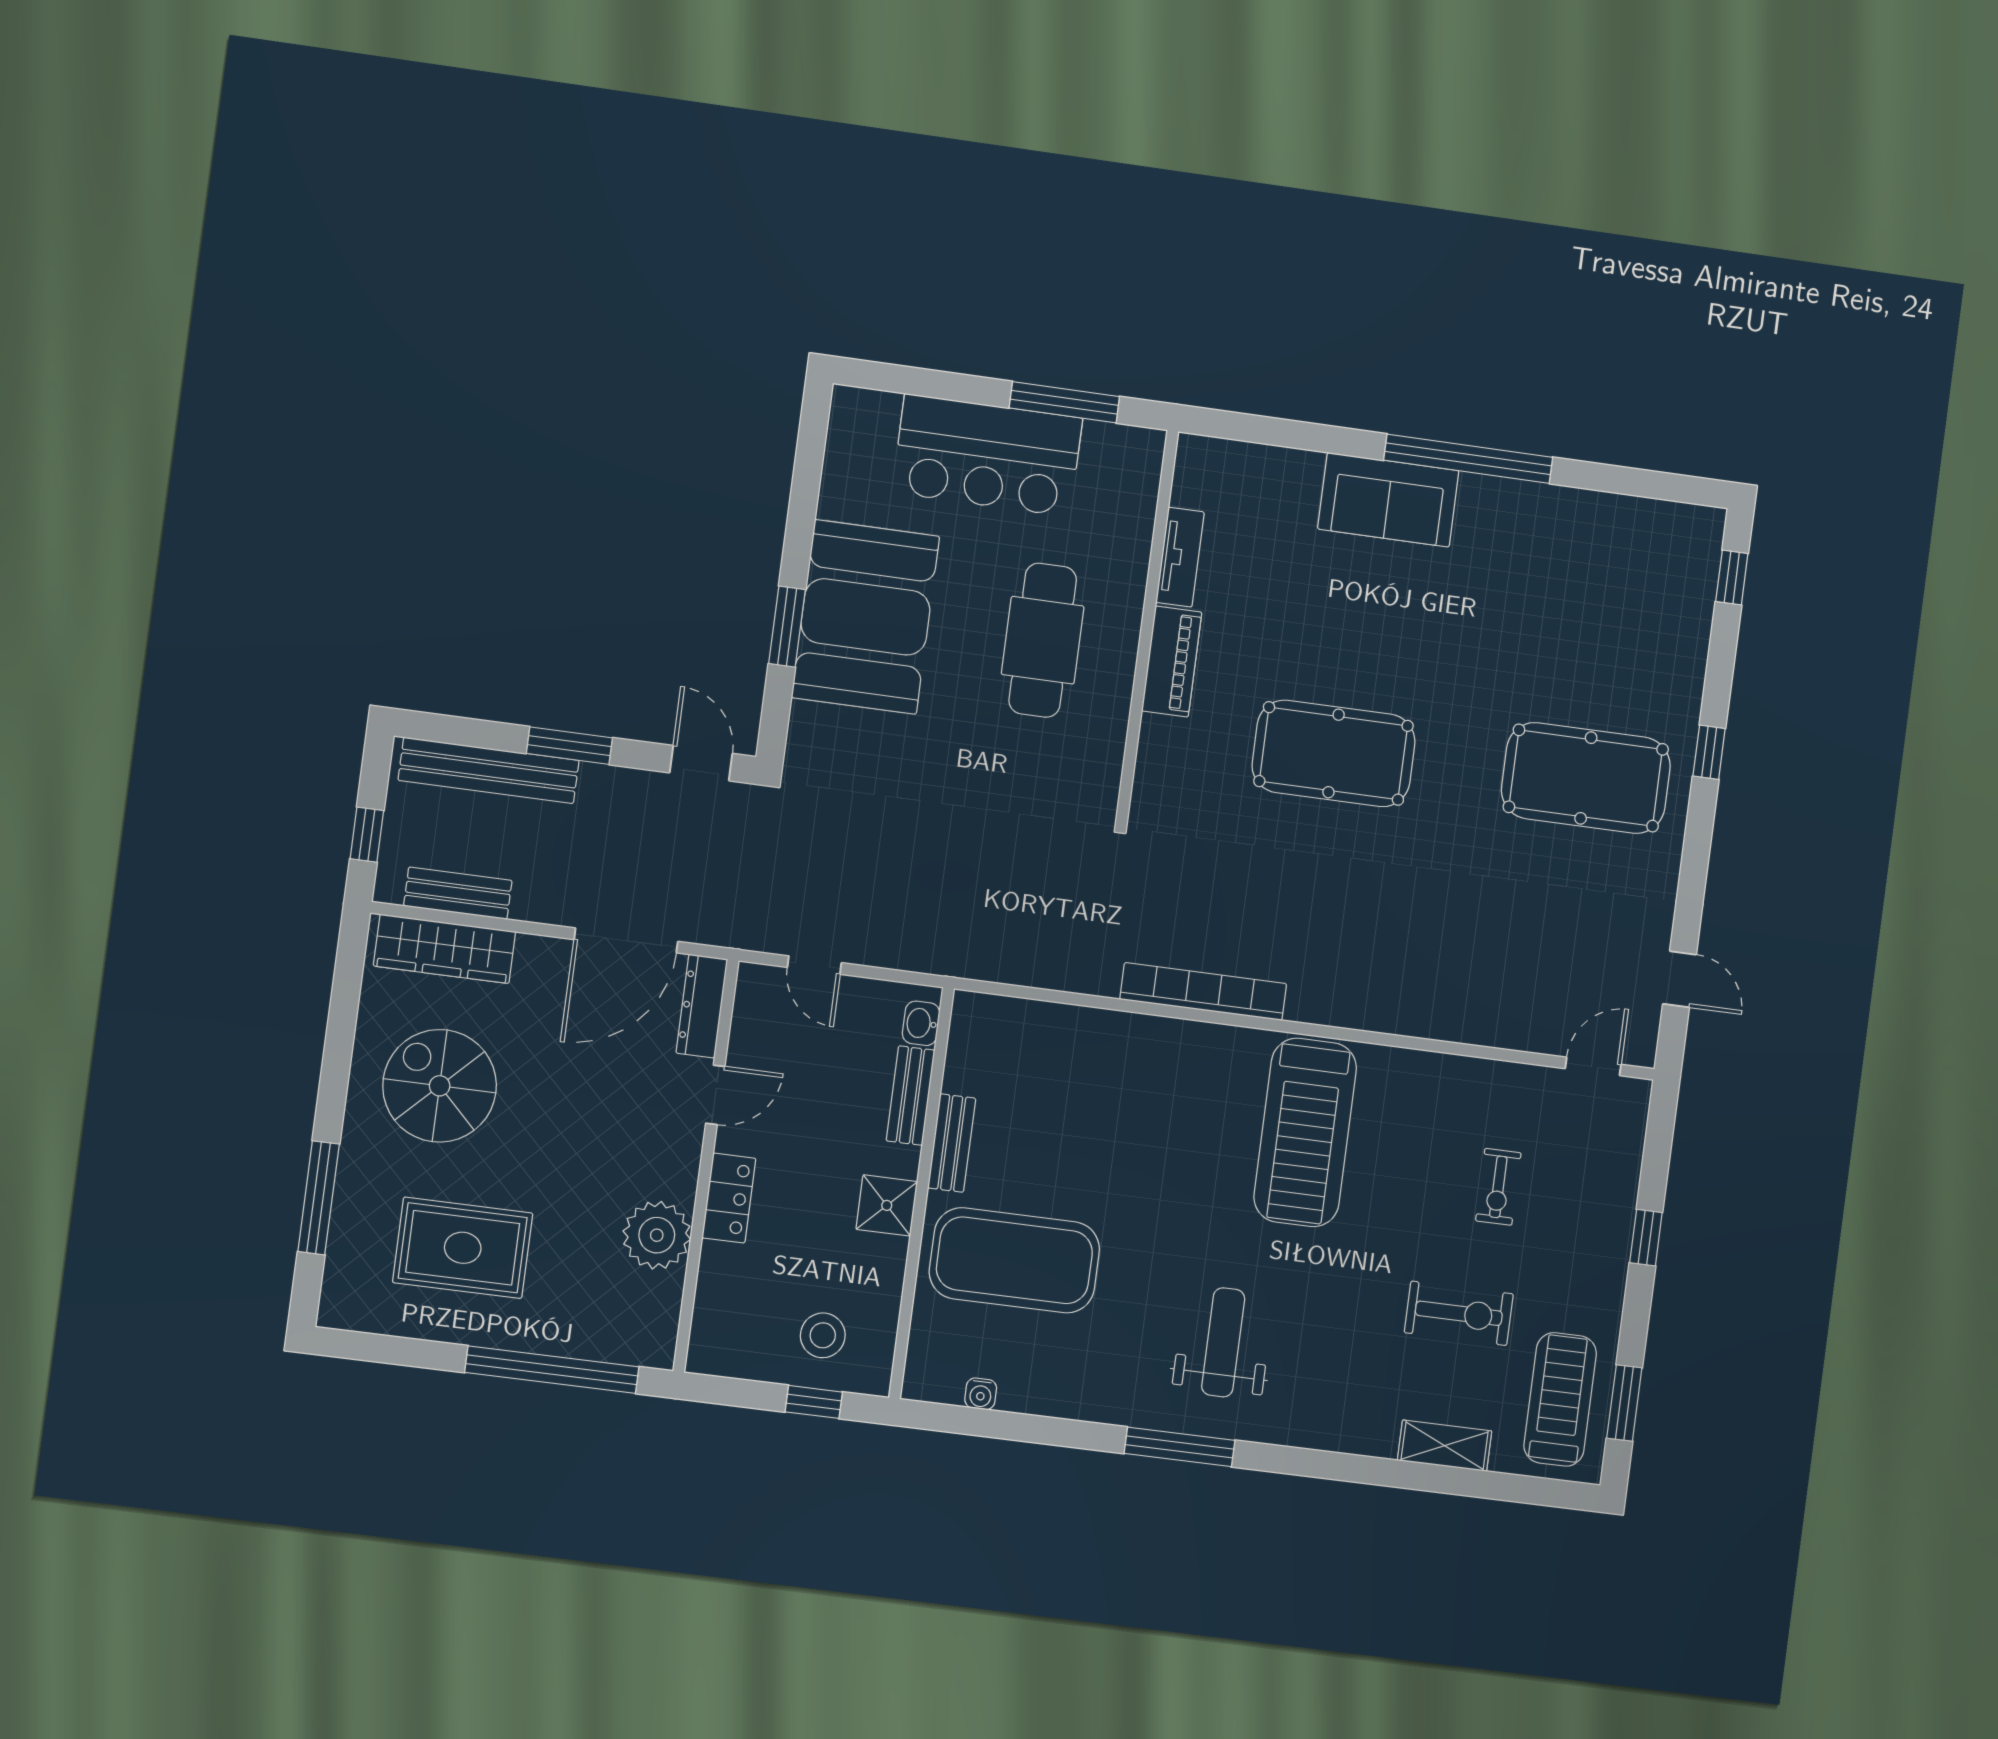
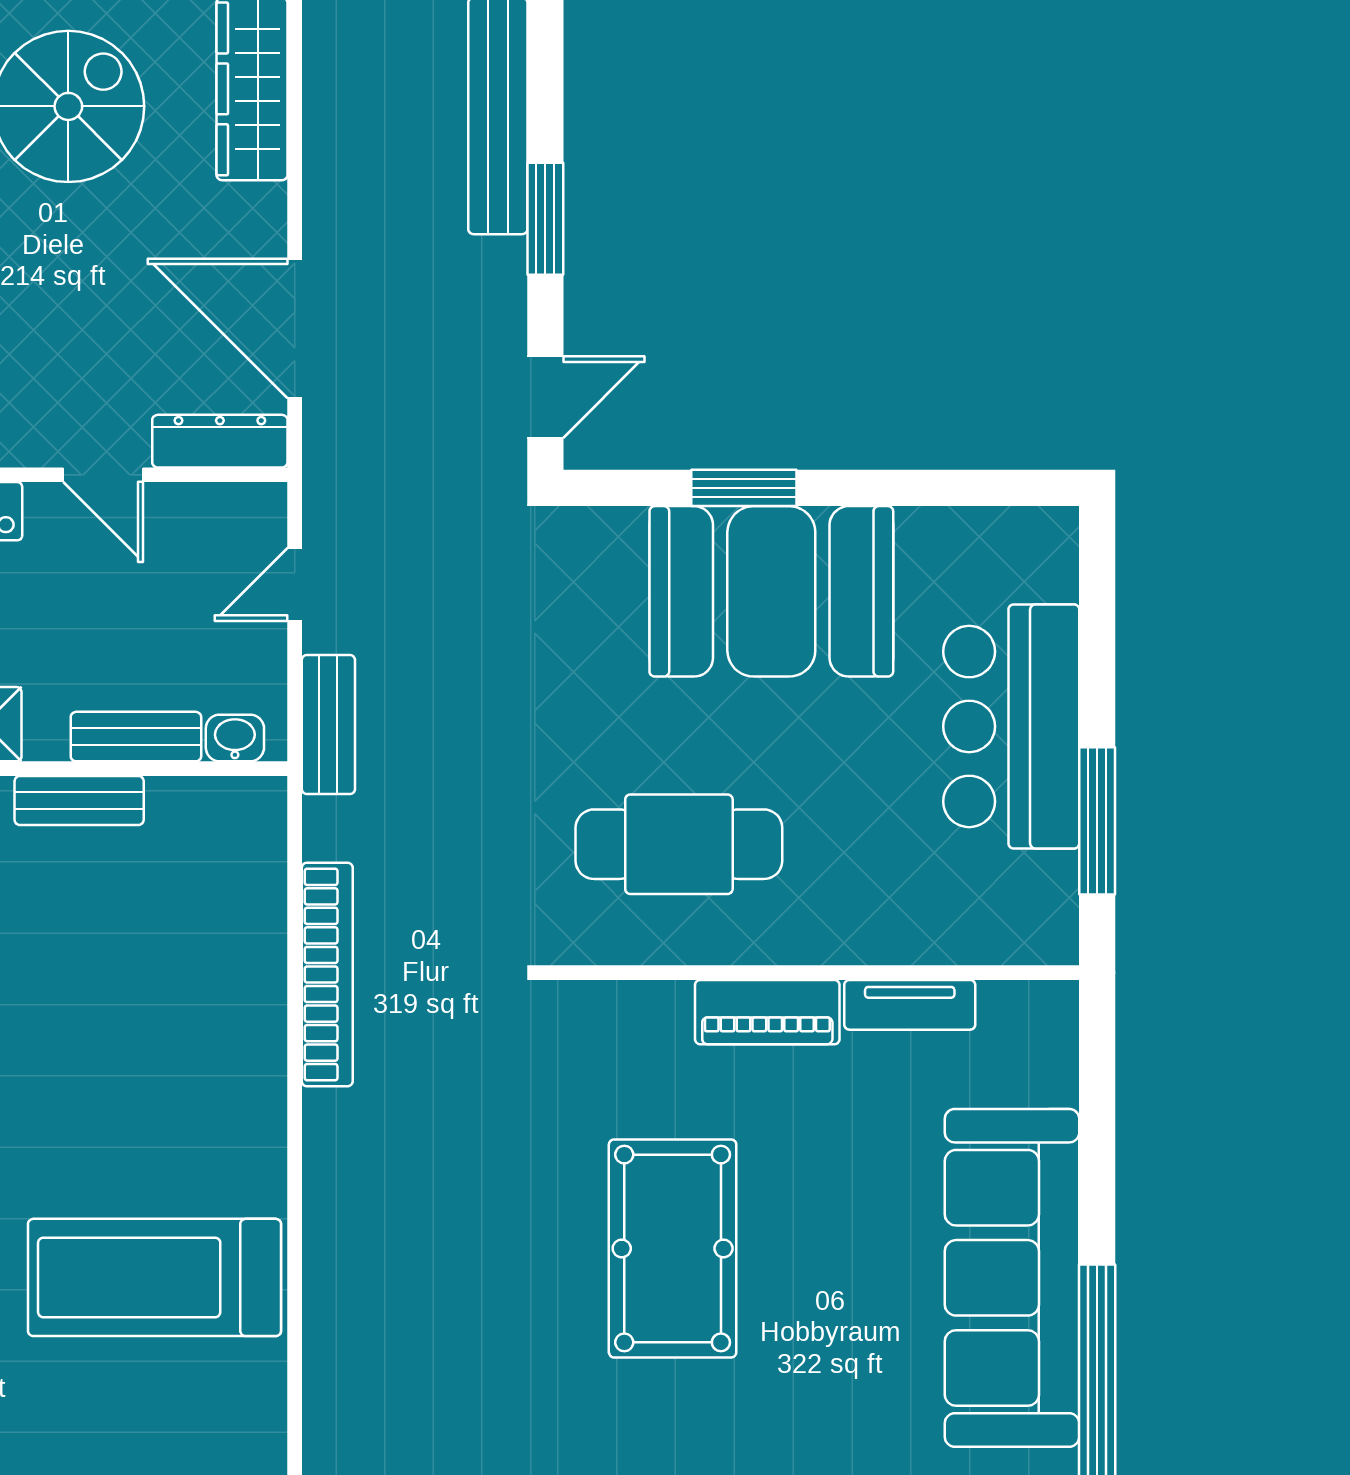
sofa: (1388, 500) -> (1012, 1278), width x1.85, depth x1.27
cafe table: (1043, 640) -> (679, 844), moved
bench: (458, 893) -> (328, 725), moved
bookcase: (1203, 992) -> (327, 974), moved

